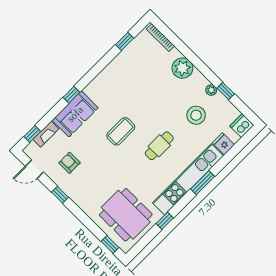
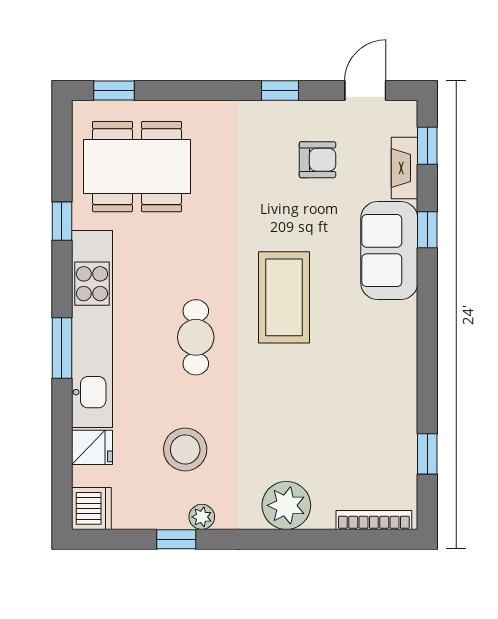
window: (71, 95) -> (427, 230), moved
coffee table: (121, 131) -> (284, 297), width x1.36, depth x1.32

